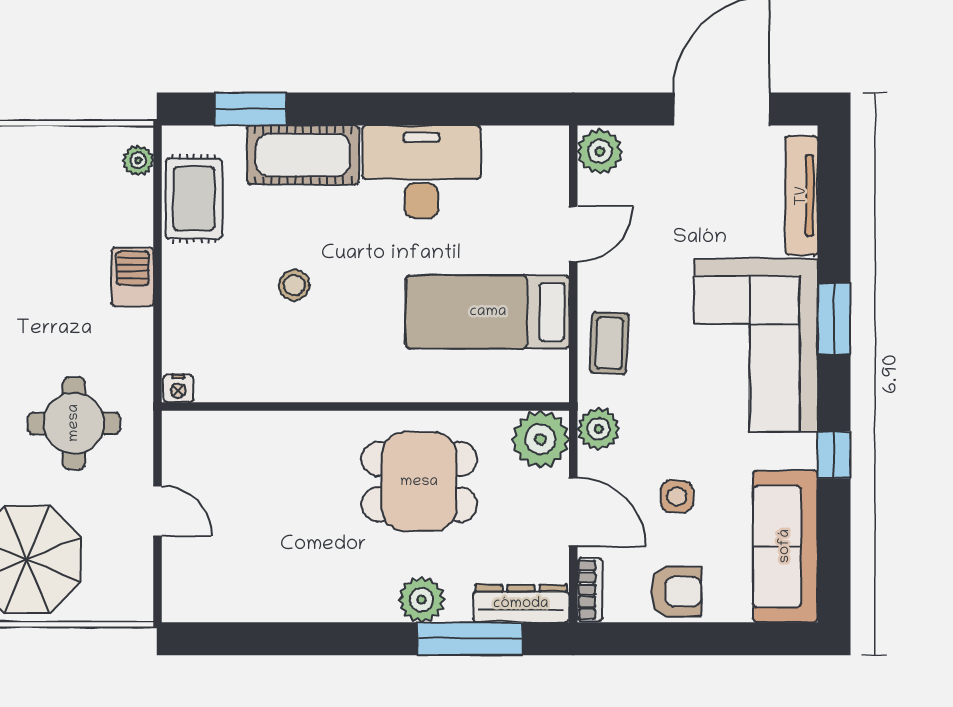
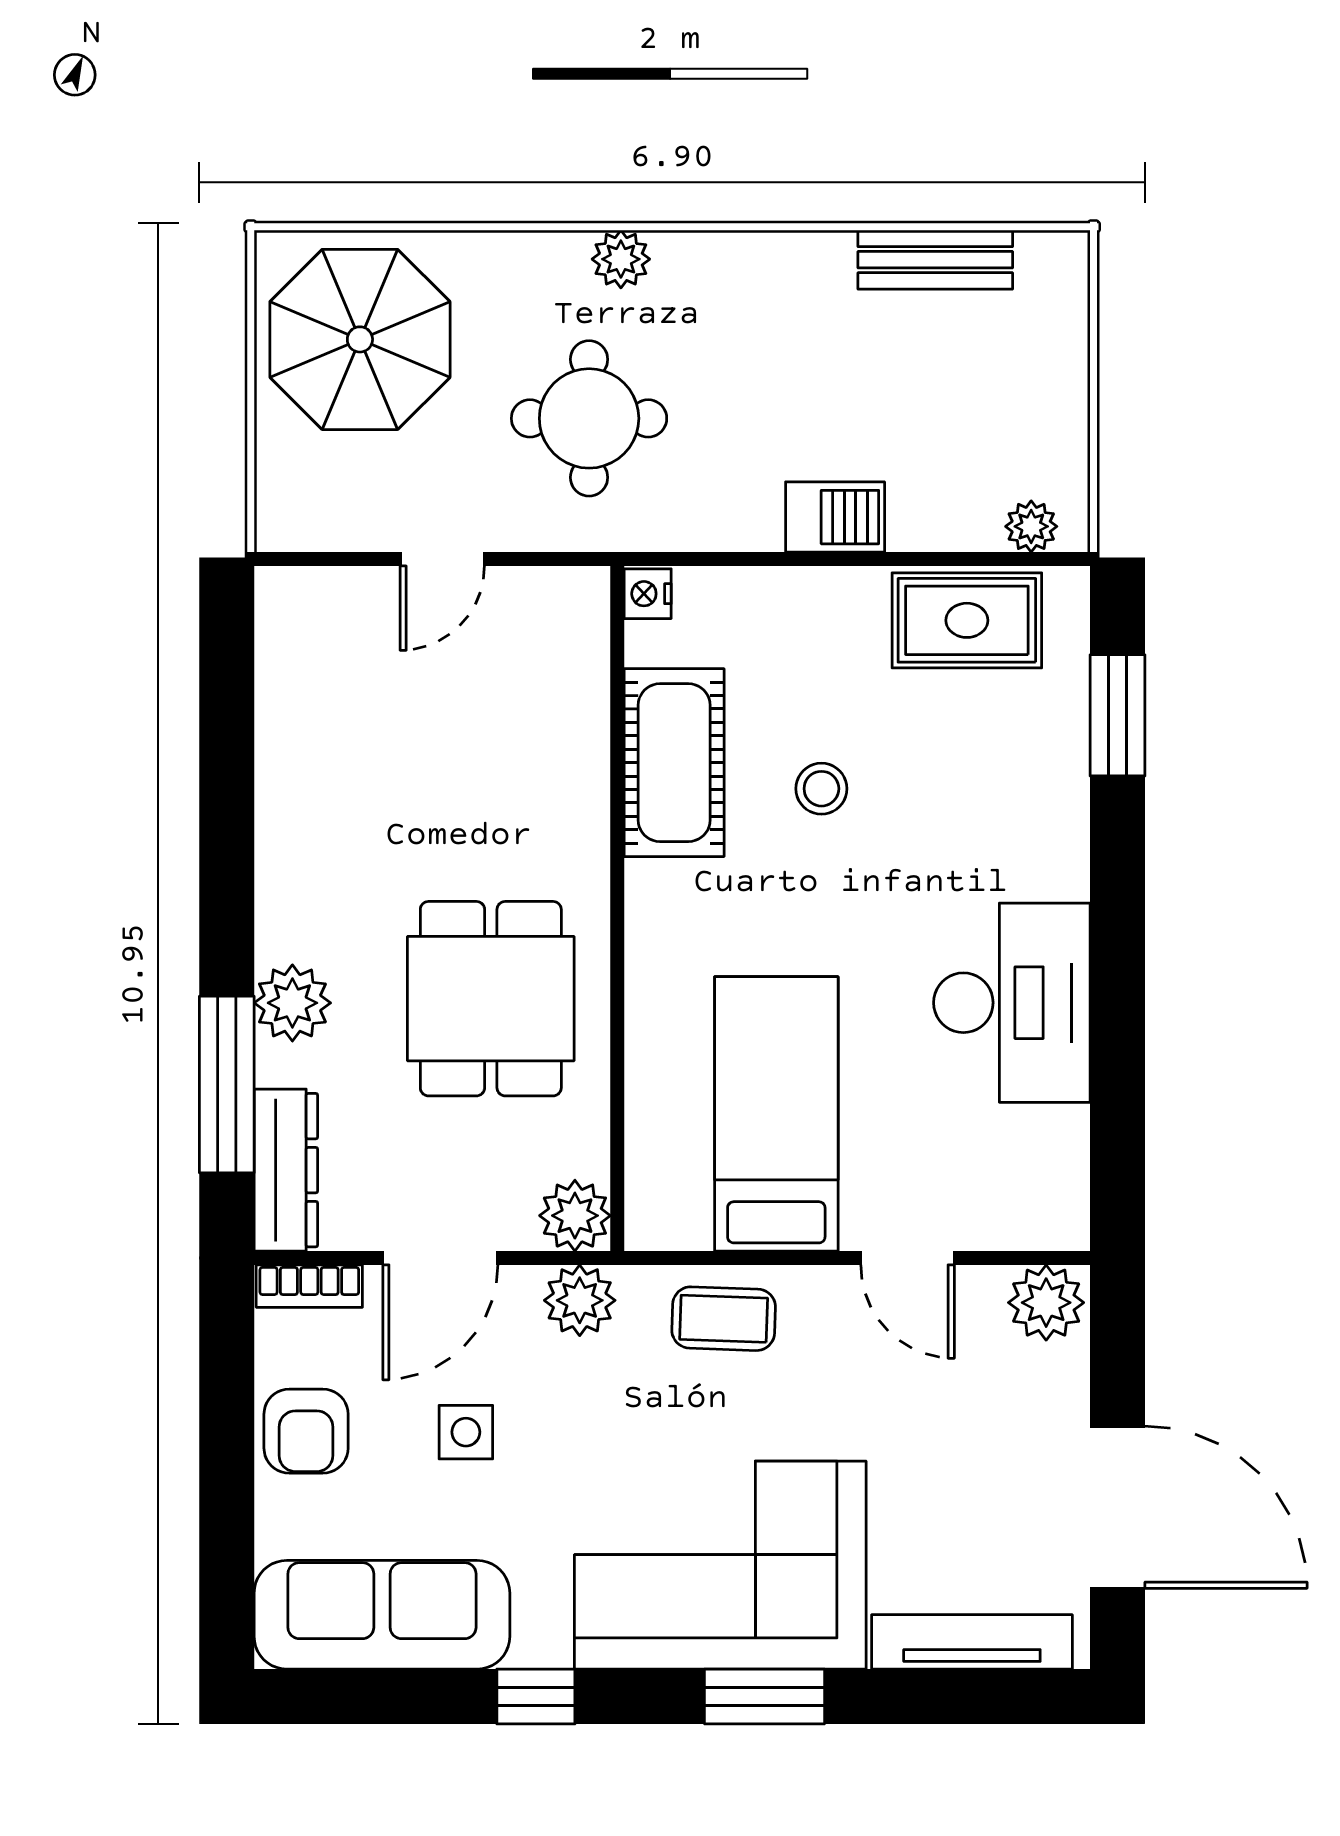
cot: (303, 155) -> (674, 763), moved
plant: (540, 439) -> (575, 1216), width x0.73, depth x0.73

